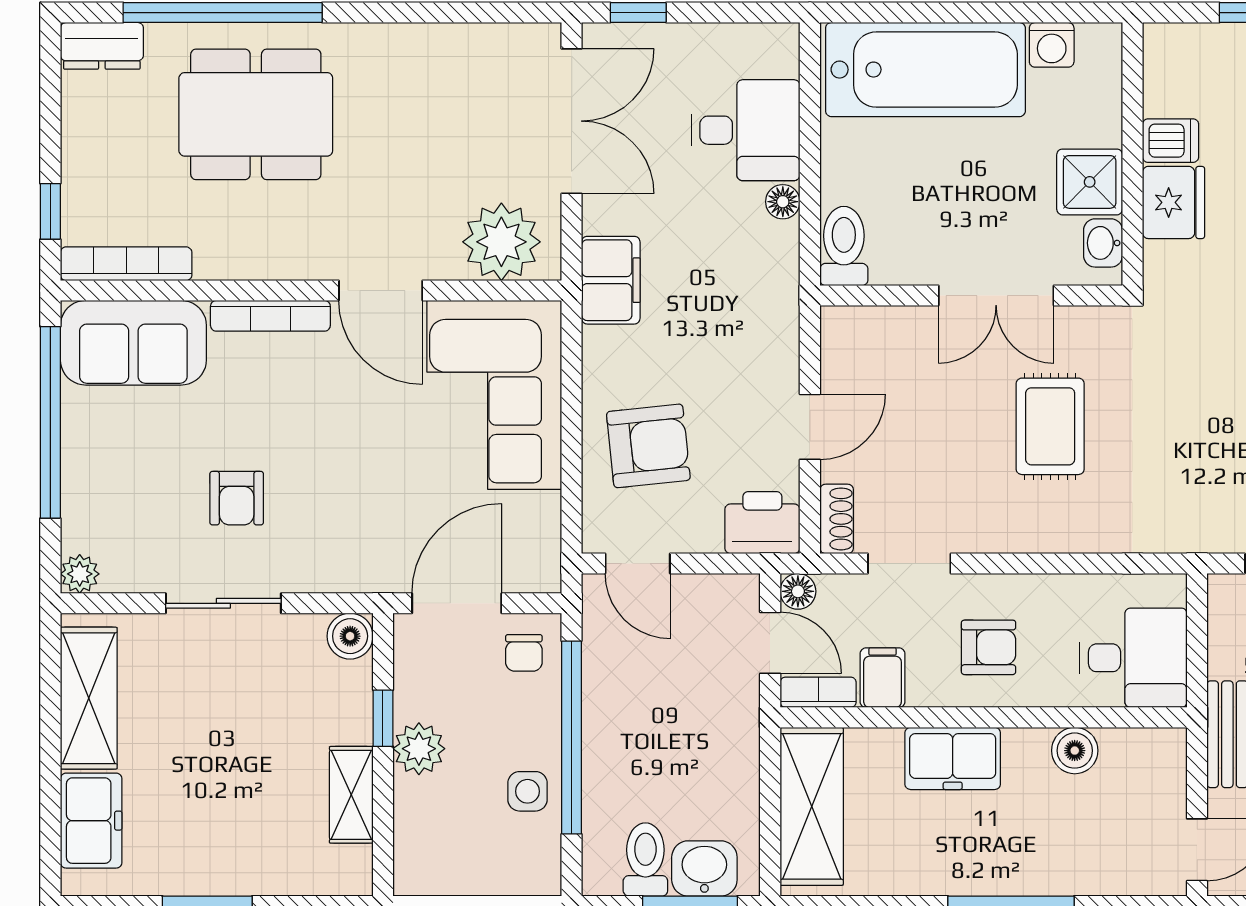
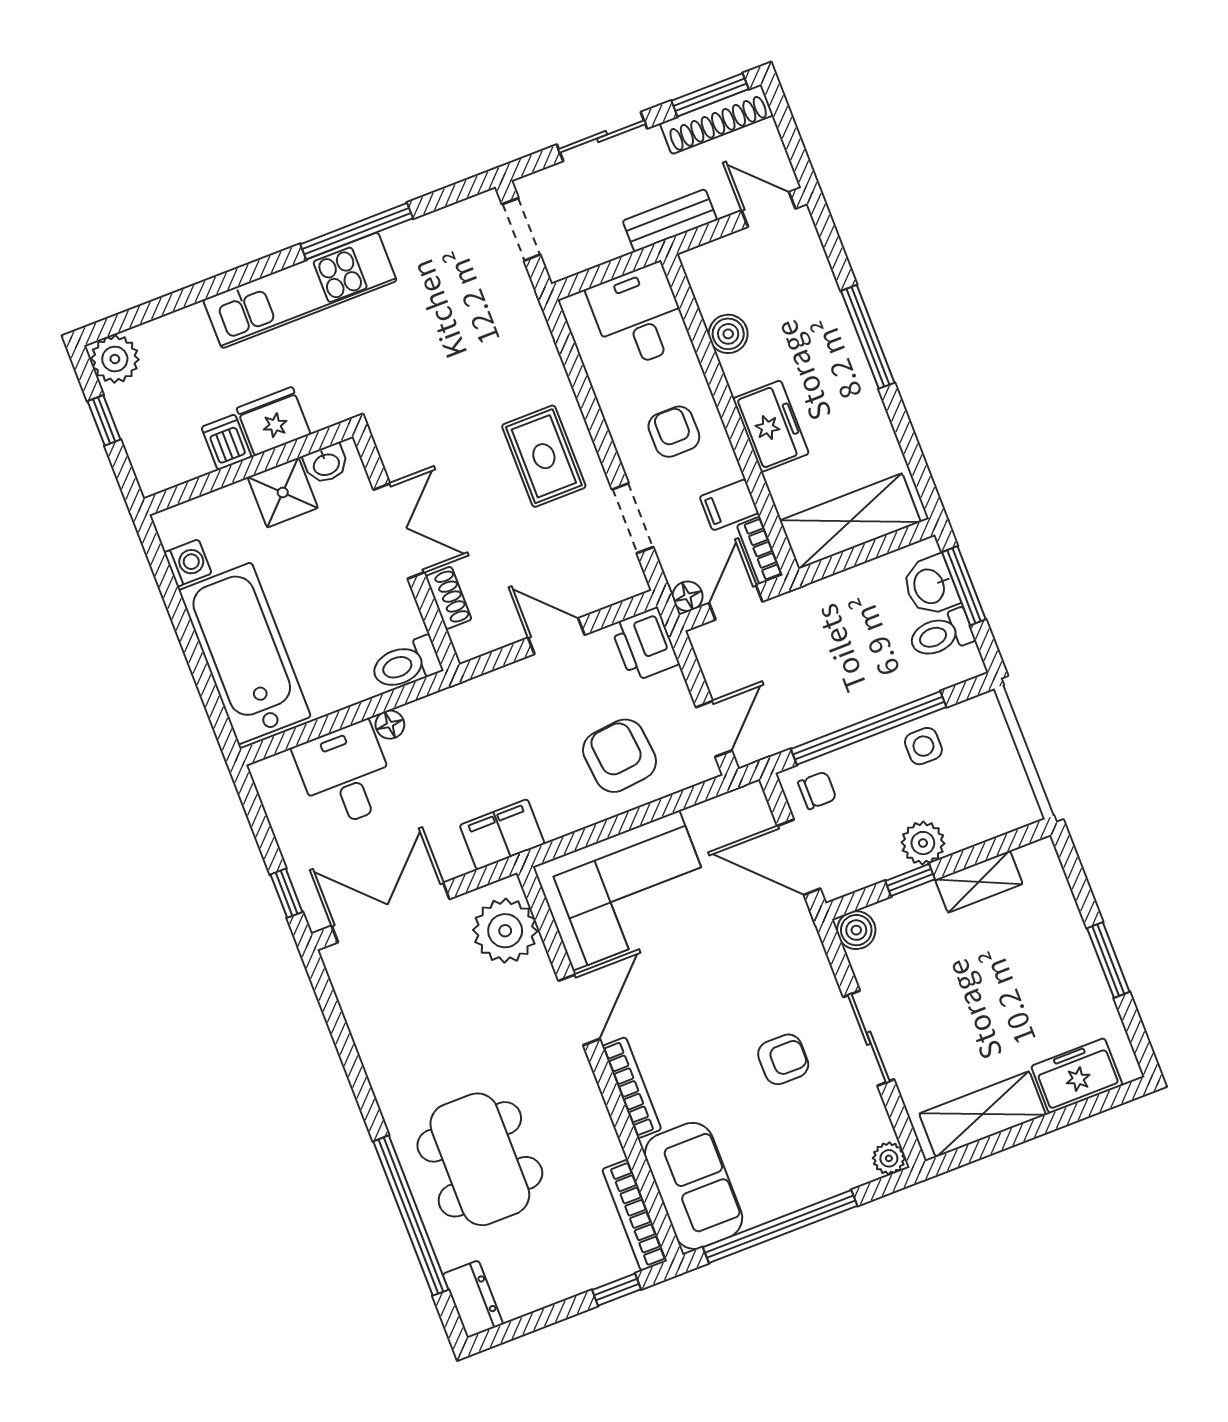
rug: (1050, 426) -> (544, 456), moved, turned 90
shoe rack: (837, 519) -> (448, 598), moved, turned 90

